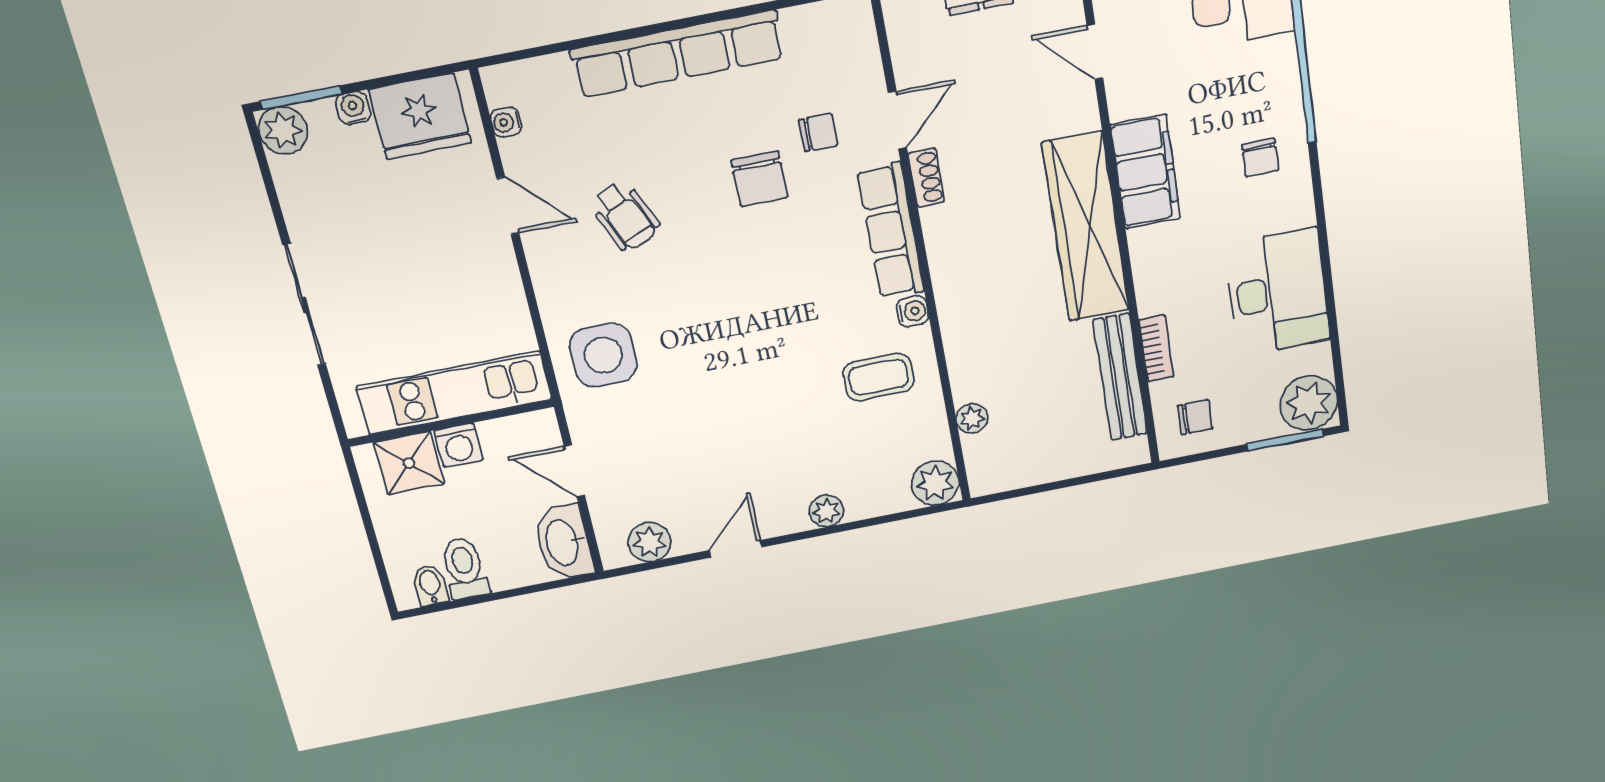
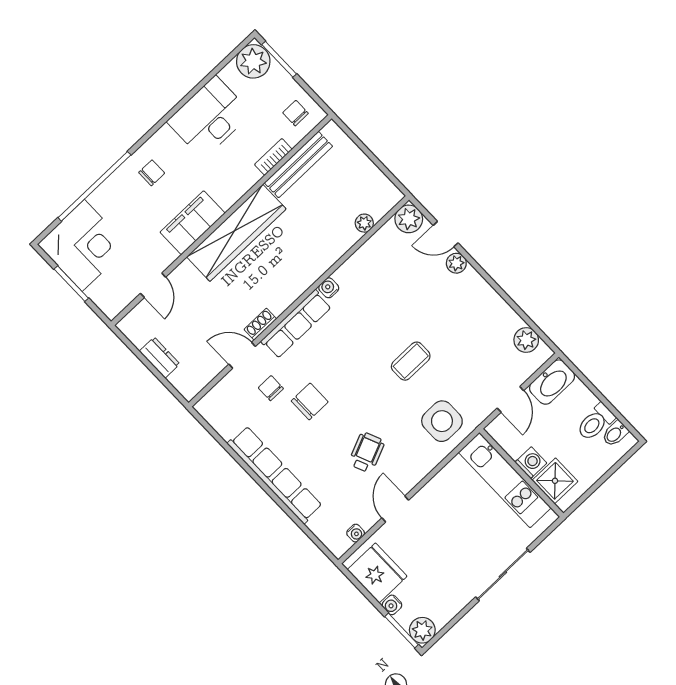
coffee table: (879, 377) -> (411, 361), moved, turned 90
door: (735, 549) -> (446, 234), moved

